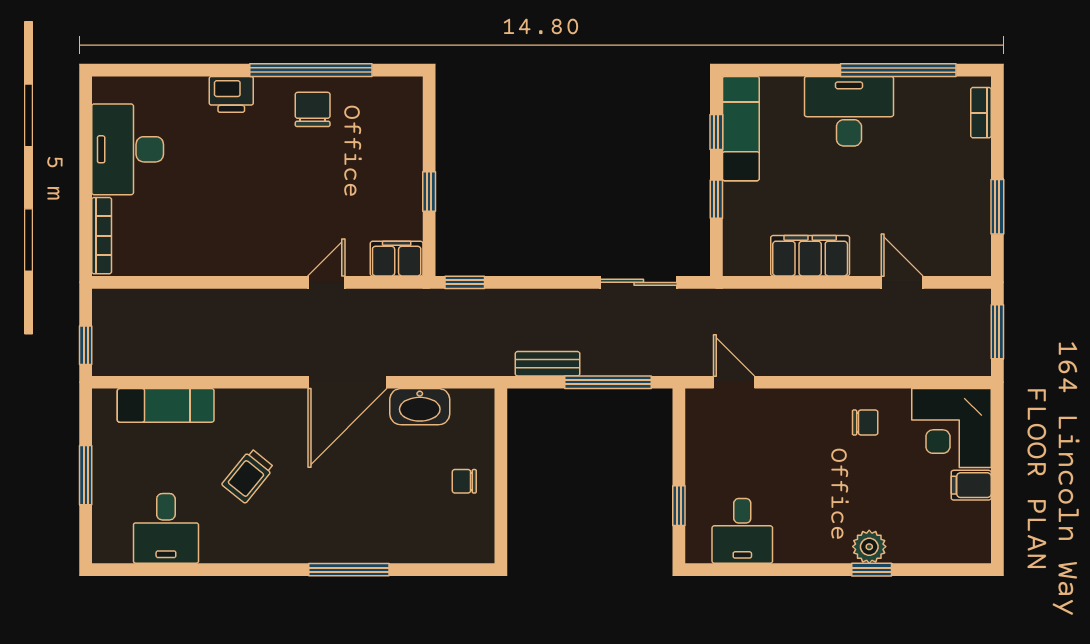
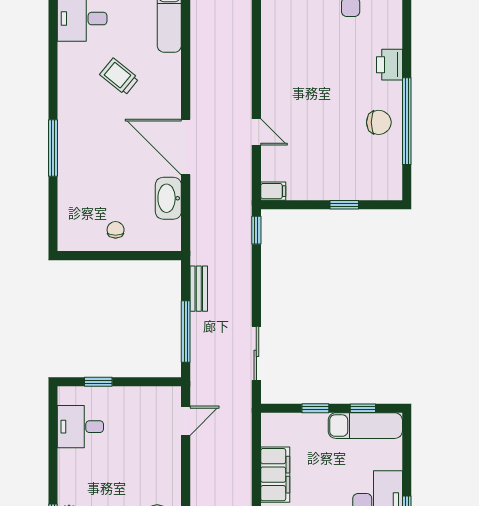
window: (429, 191) -> (344, 205), moved
filing cabinet: (397, 259) -> (273, 191), width x0.50

